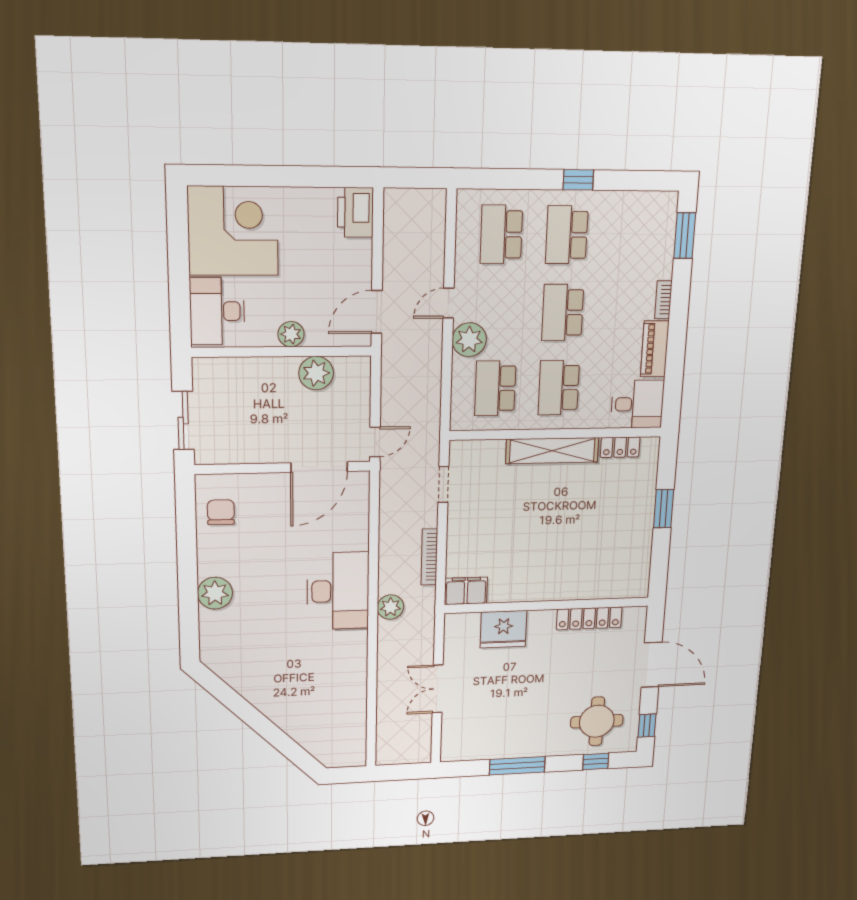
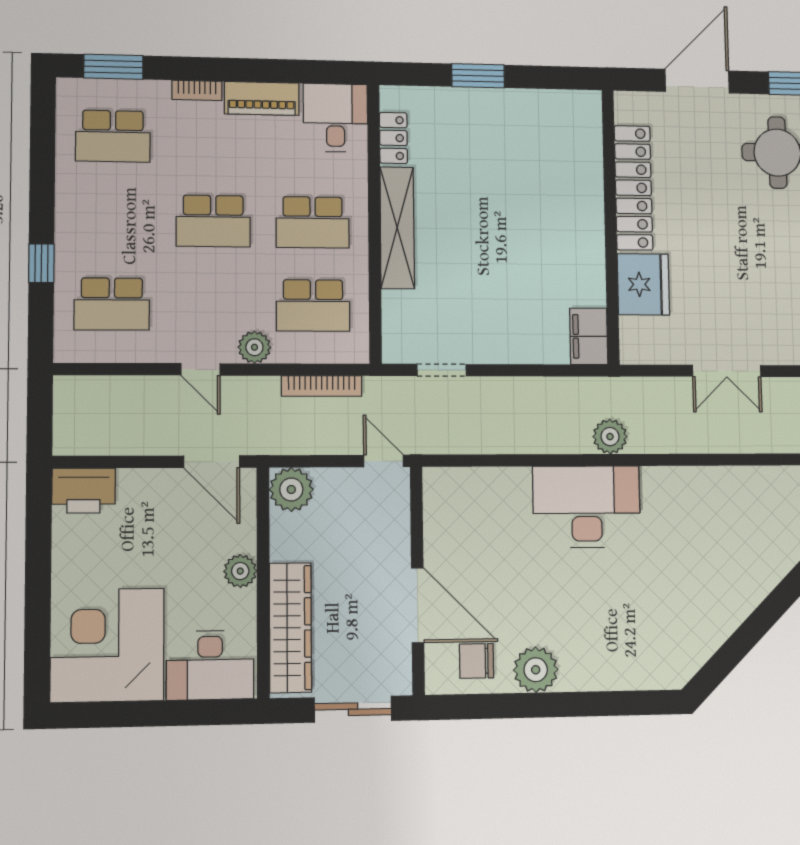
window: (578, 180) -> (41, 263), moved
school desk: (567, 235) -> (113, 136), moved
plant: (469, 340) -> (254, 347), width x0.73, depth x0.73
wardrobe: (247, 373) -> (290, 628), added
plant: (316, 373) -> (291, 489), moved
door: (319, 467) -> (418, 605), moved
bookcase: (429, 557) -> (322, 386), moved
plant: (215, 593) -> (536, 670), moved
locker: (589, 618) -> (633, 188), width x1.41, depth x1.21

